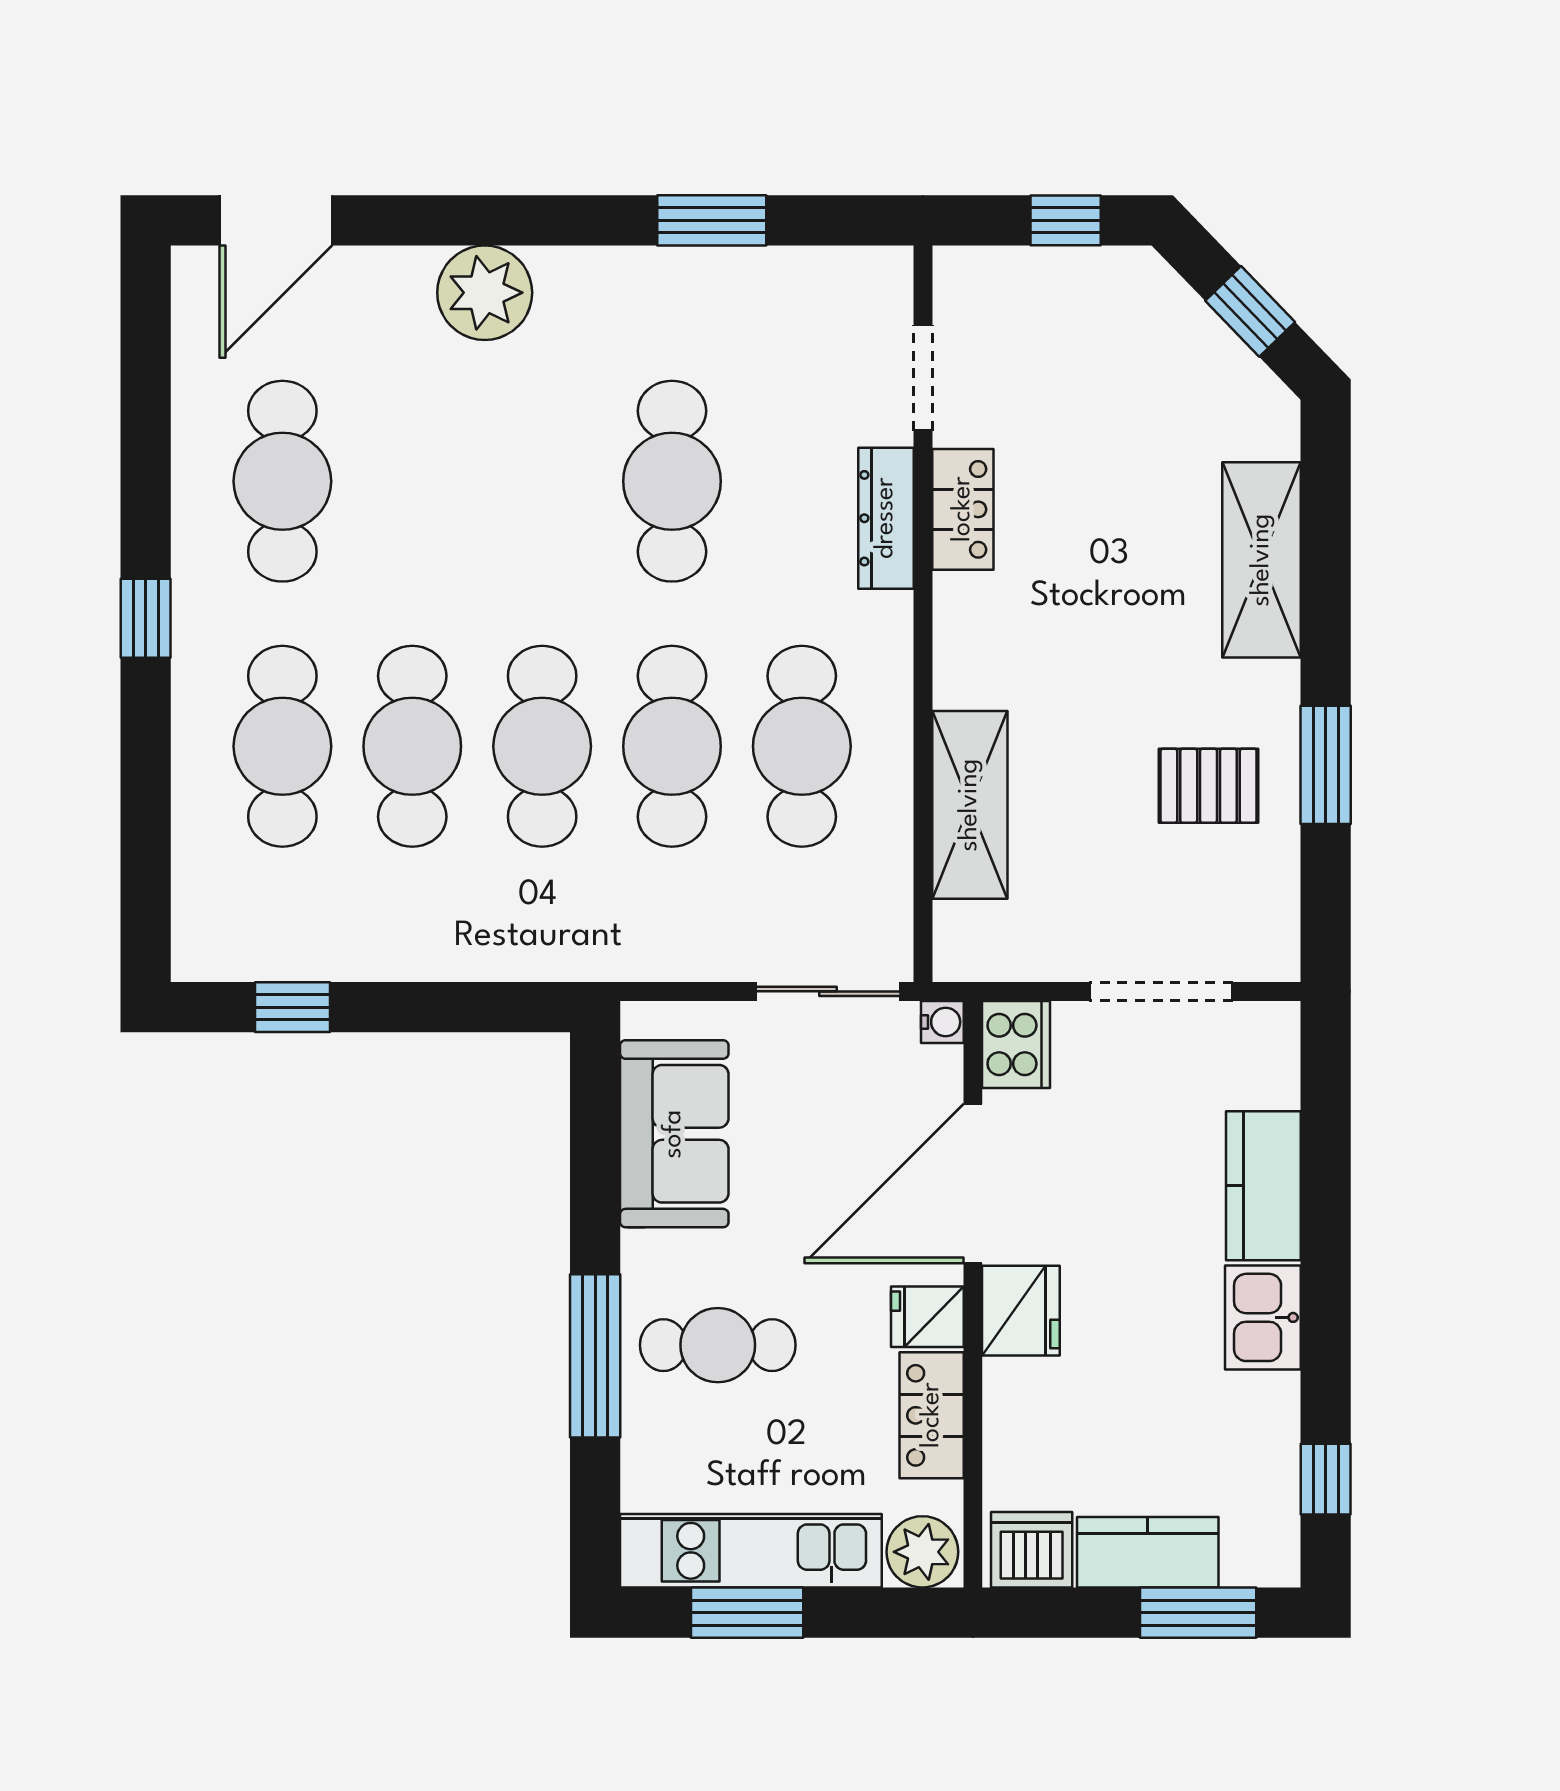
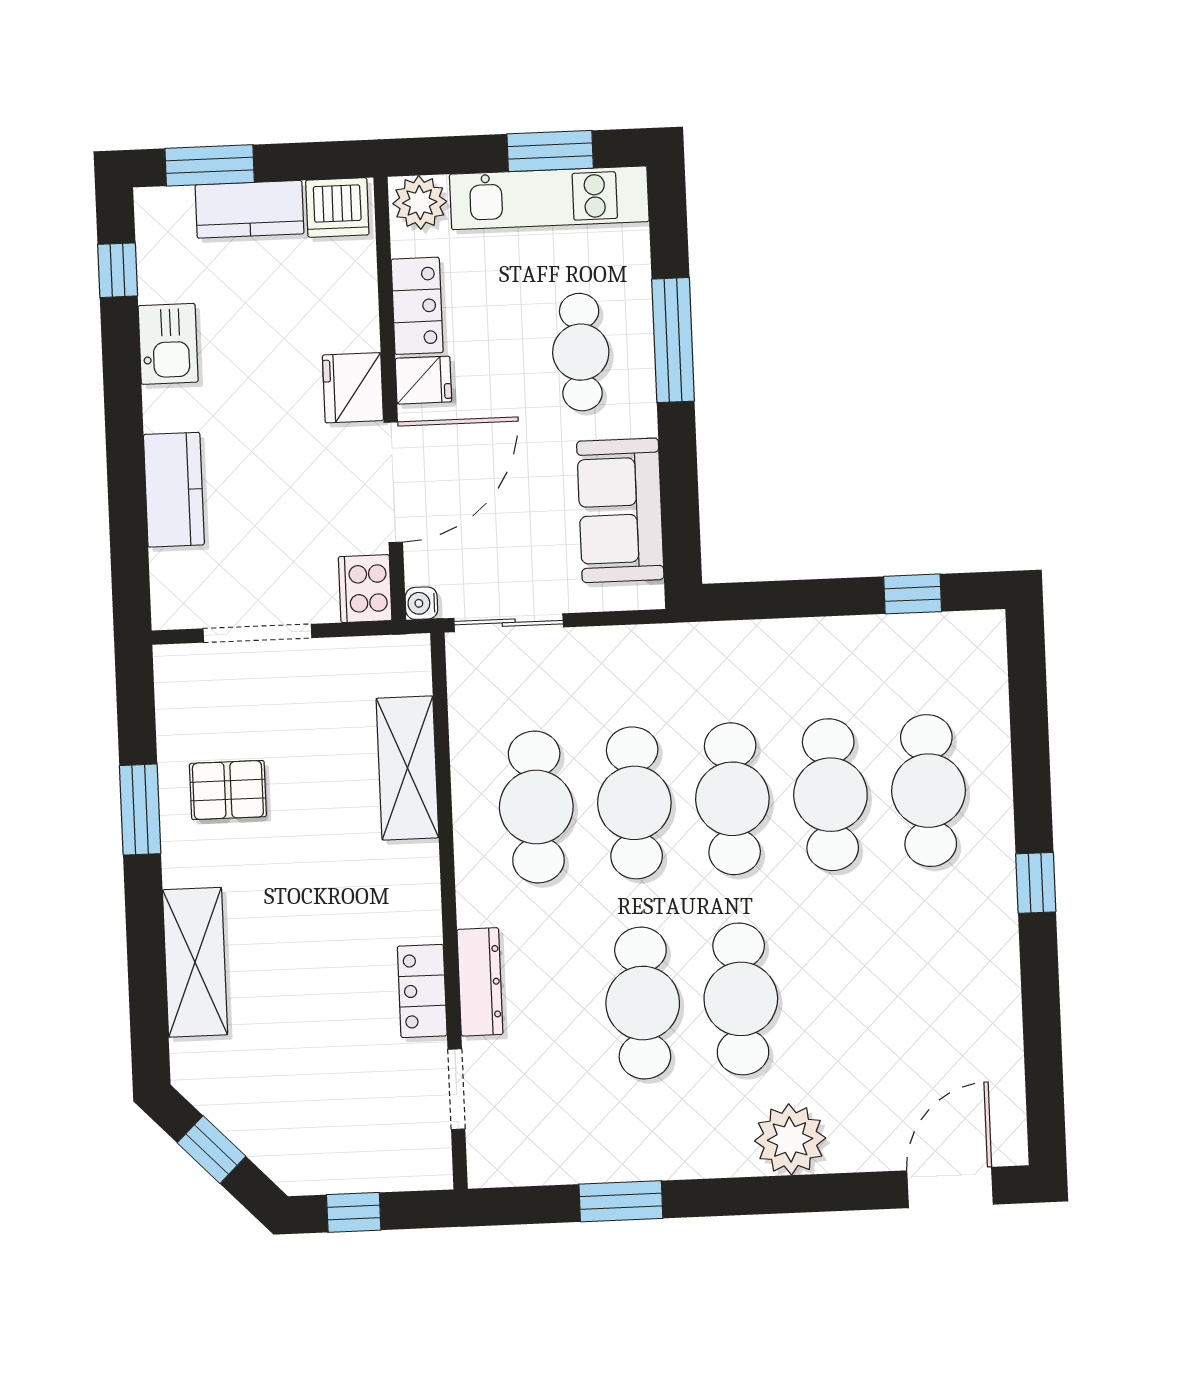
cafe table: (282, 481) -> (741, 999), moved
kitchen sink: (1263, 1317) -> (168, 344), moved
cafe table: (718, 1345) -> (581, 352), turned 90

